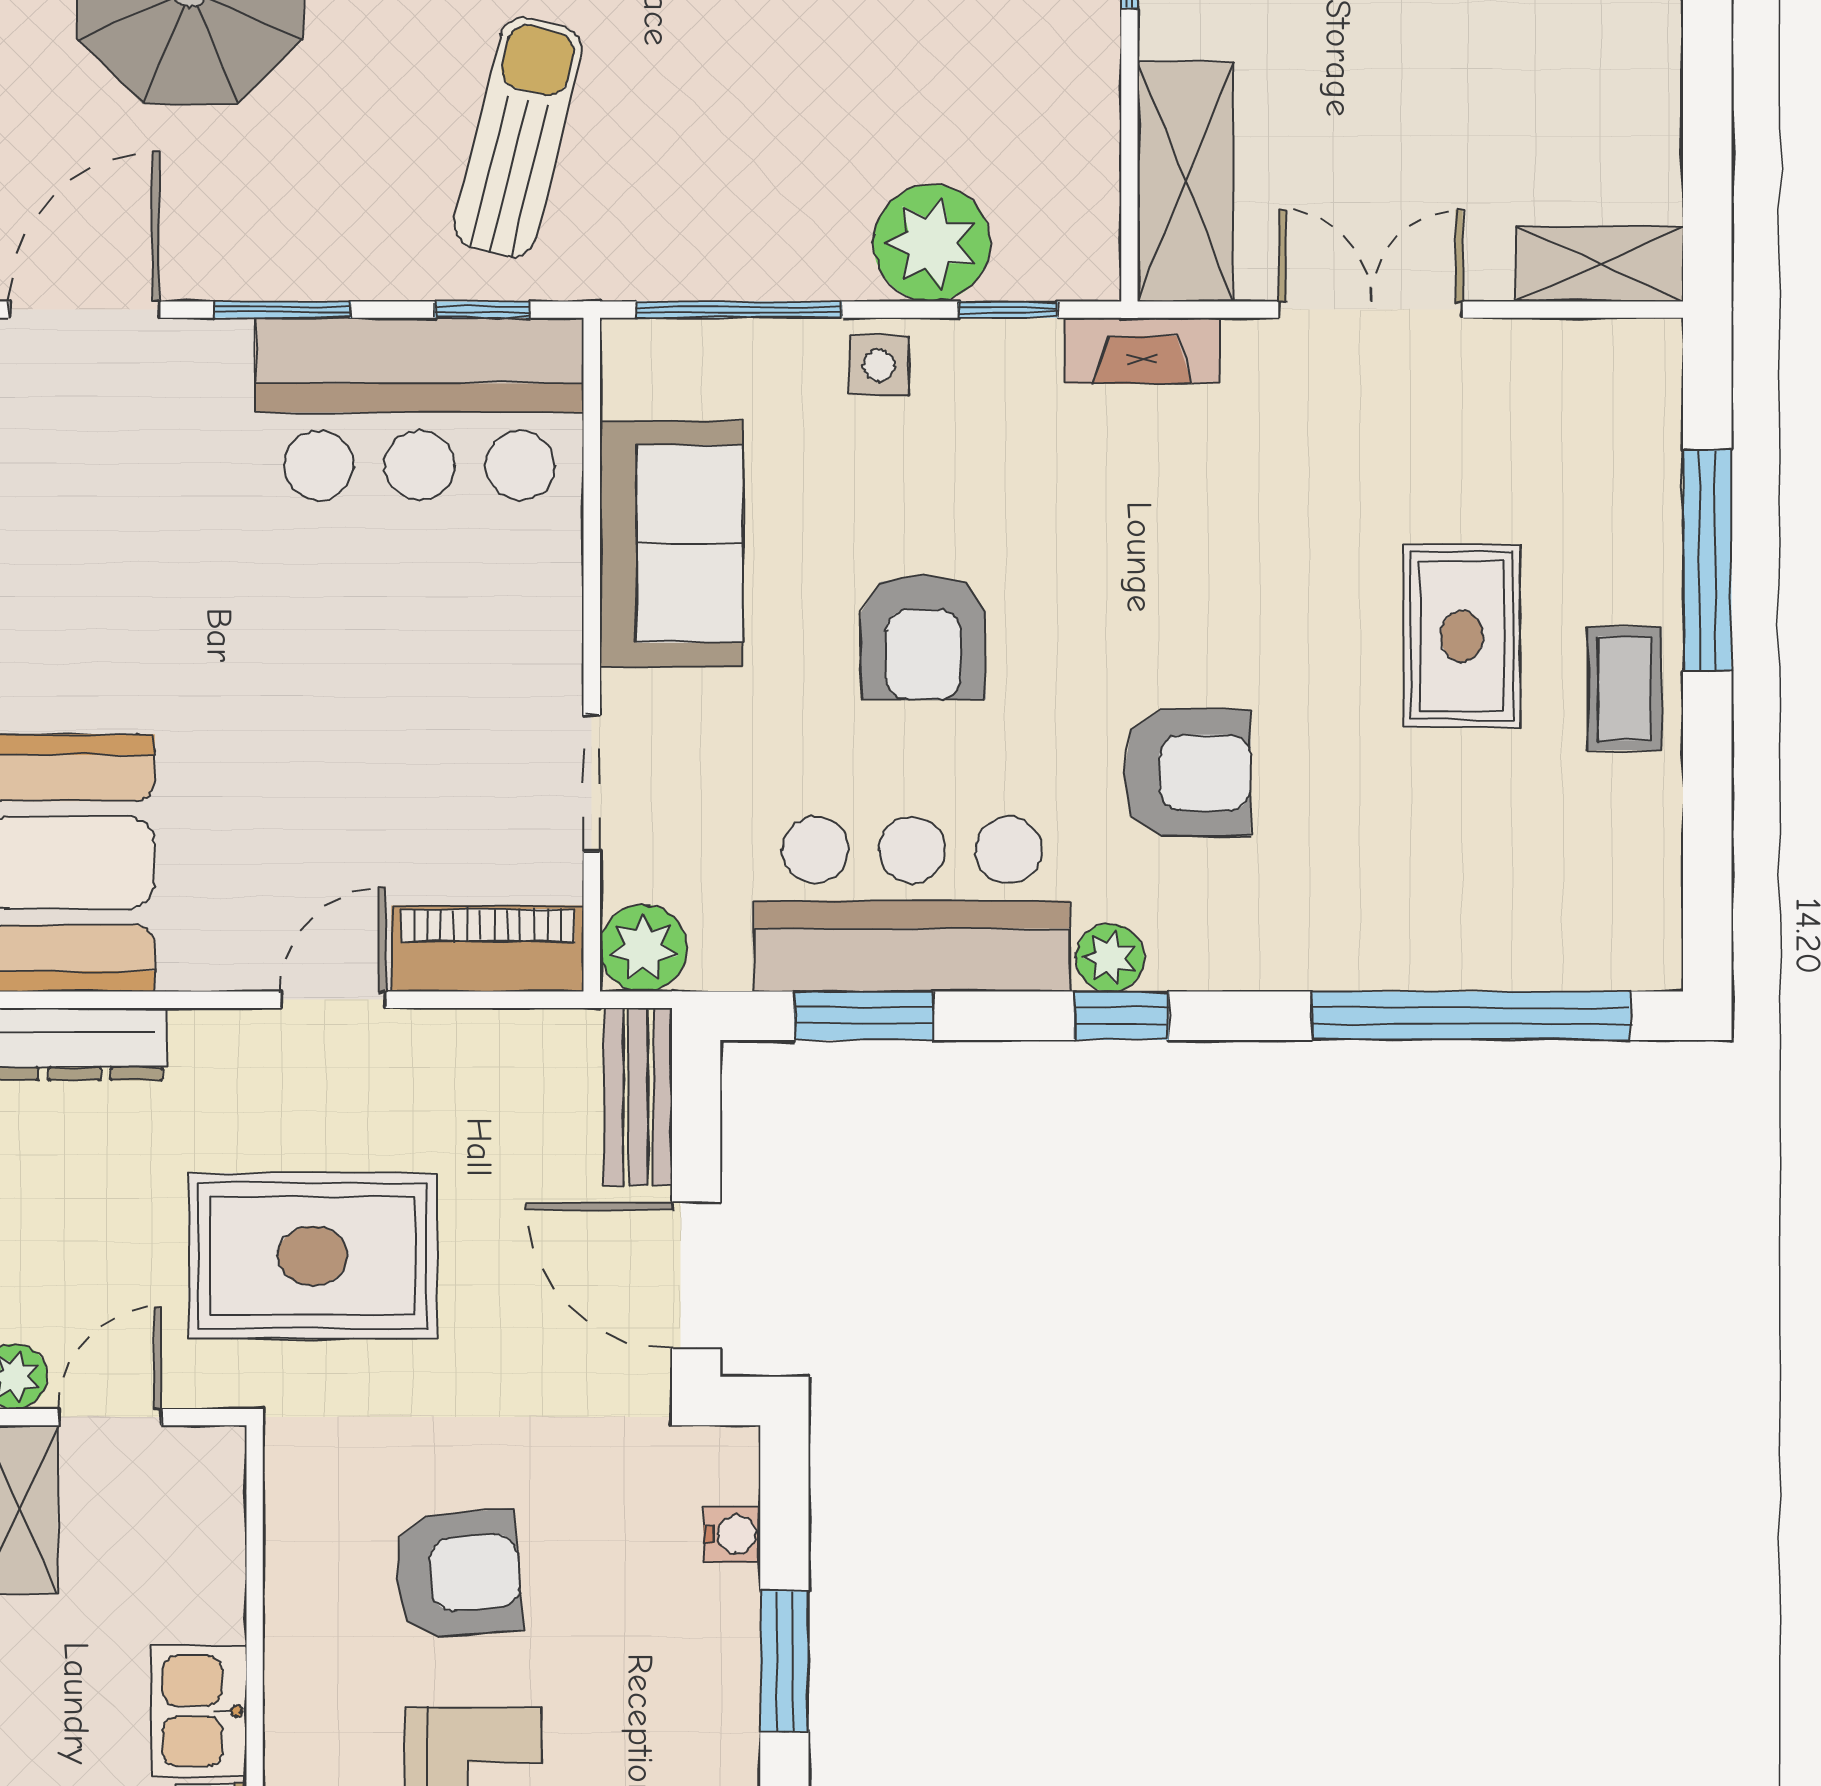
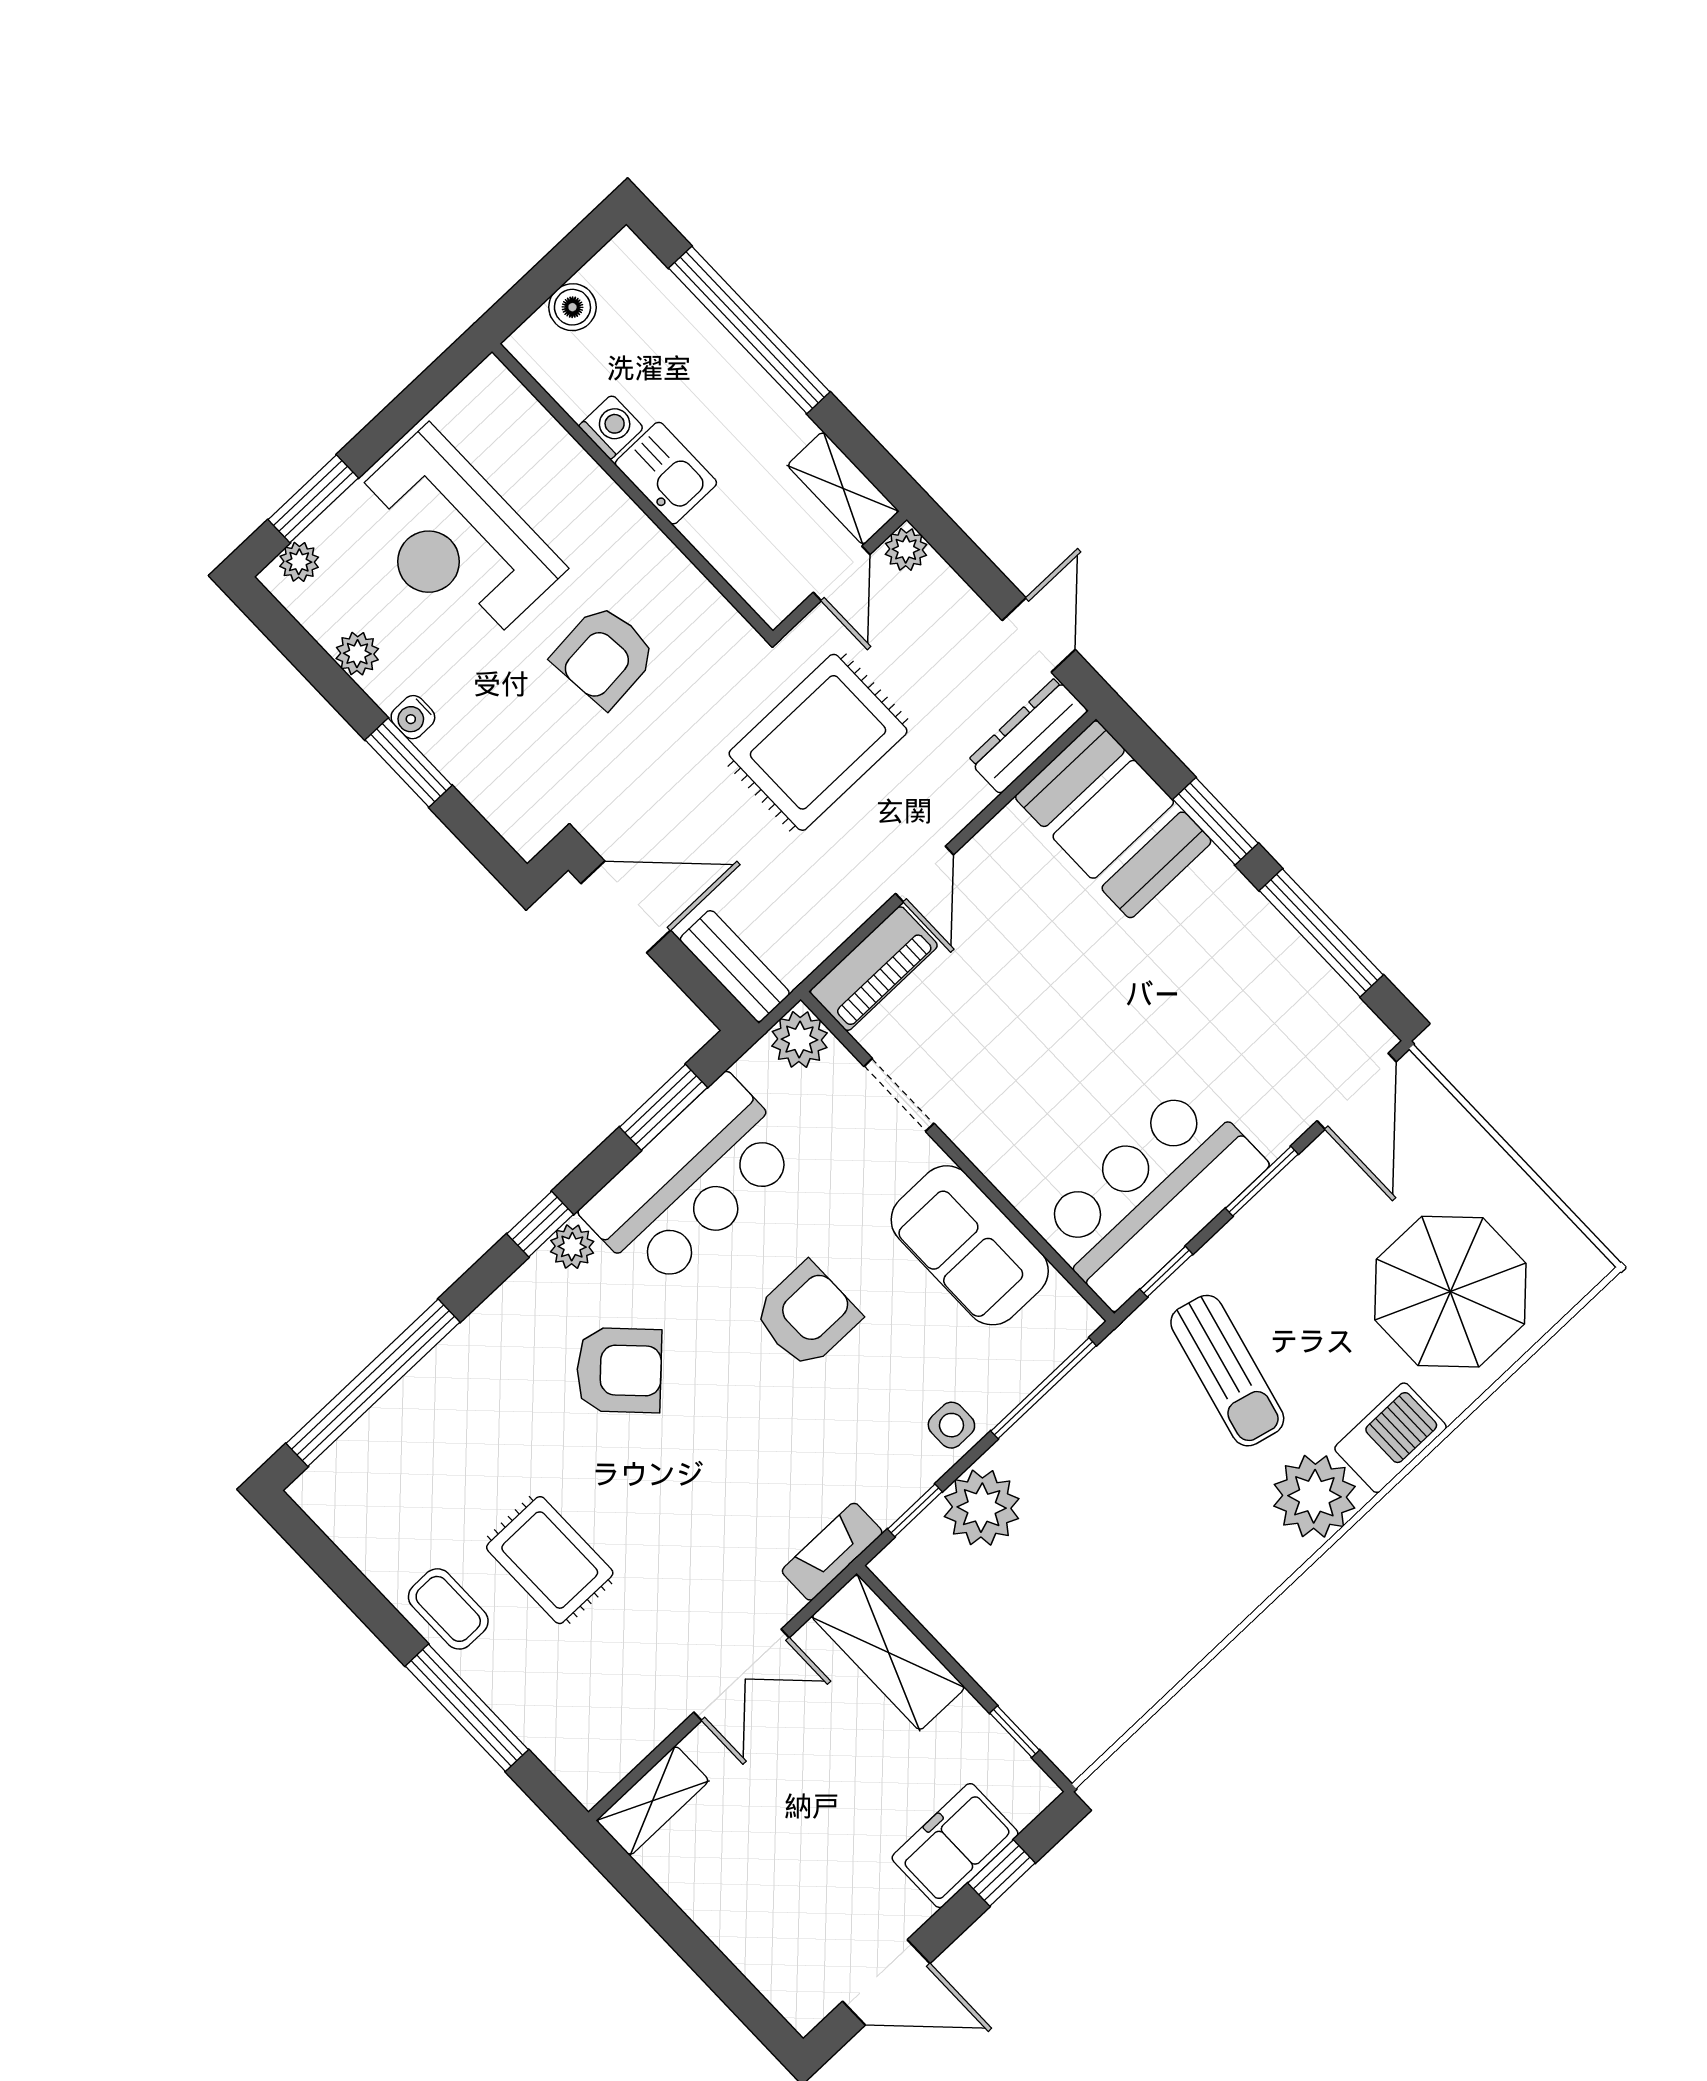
armchair: (923, 637) -> (807, 1315), turned 90
armchair: (1187, 773) -> (619, 1370), turned -135
water cooler: (732, 1534) -> (413, 717), moved

